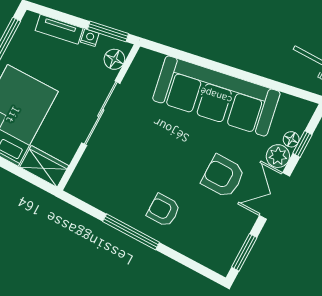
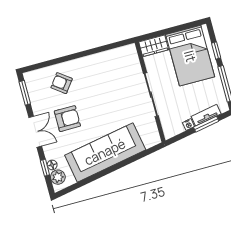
window: (108, 31) -> (206, 124), moved
floor lamp: (114, 59) -> (168, 125), removed
plant: (278, 156) -> (58, 177), moved
armchair: (163, 210) -> (62, 83), moved, turned -143
window: (131, 232) -> (86, 53), removed

